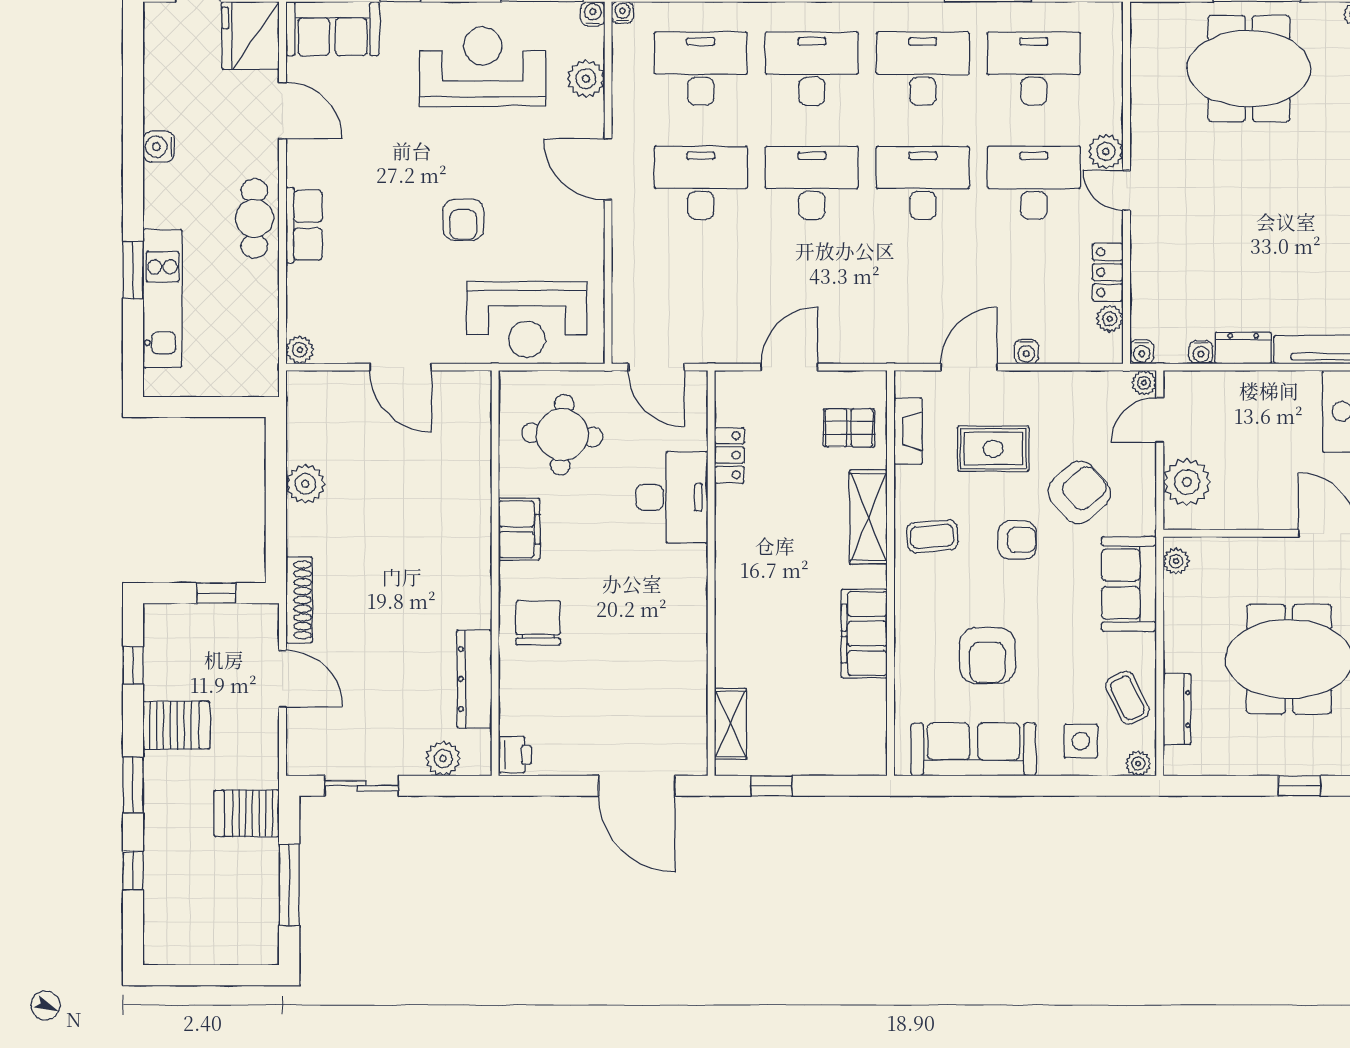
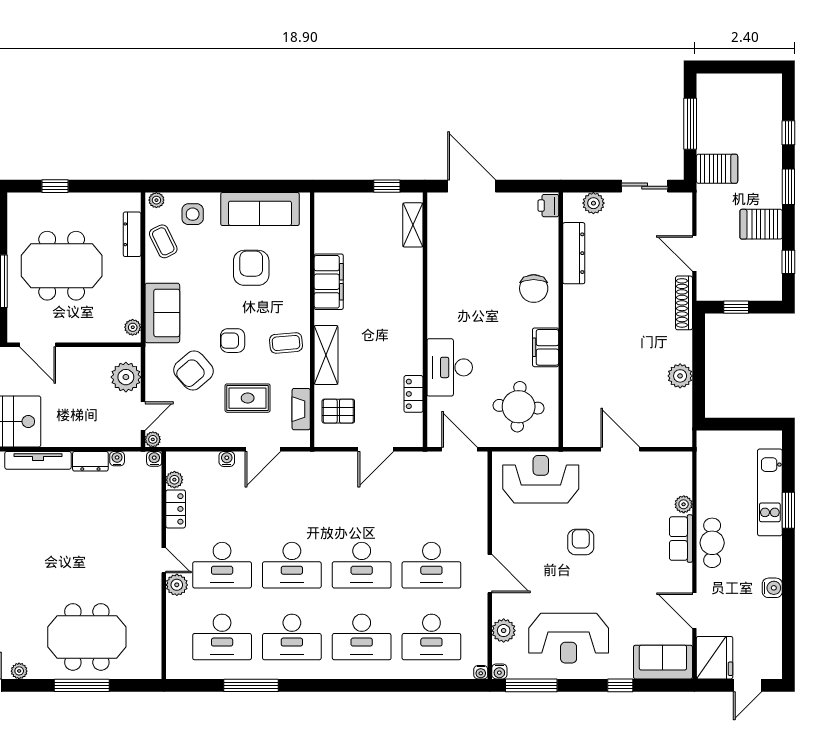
plant: (300, 350) -> (684, 504), moved

